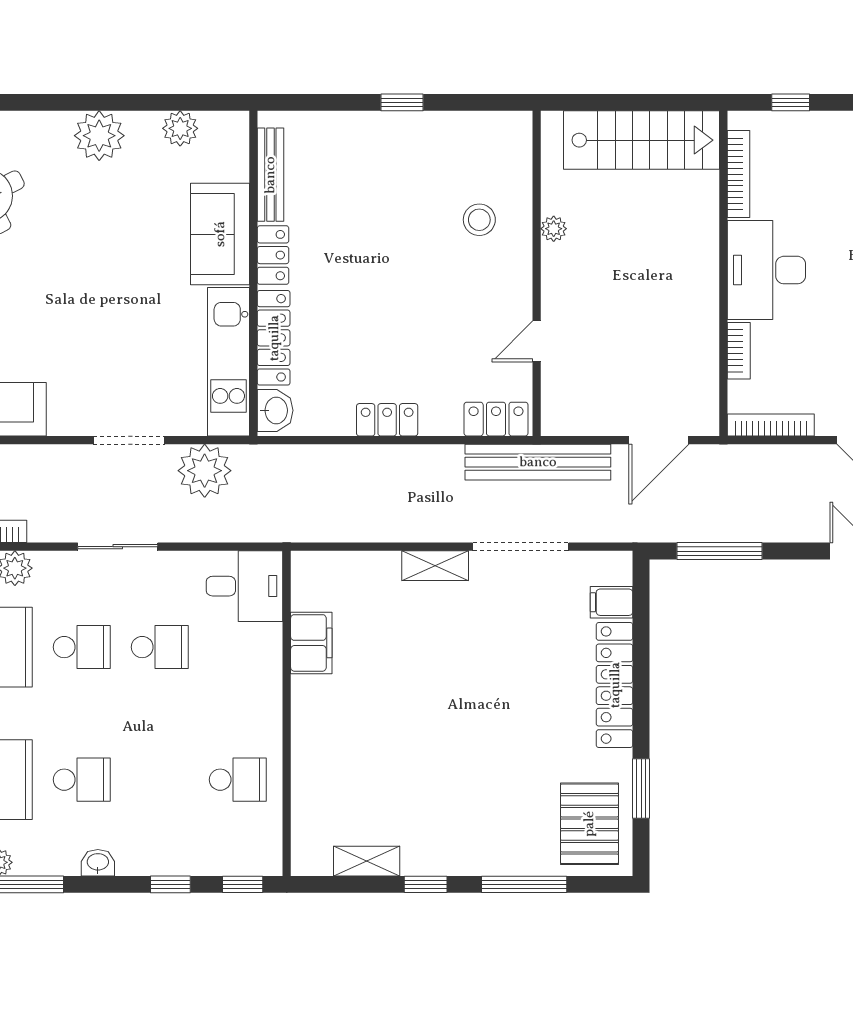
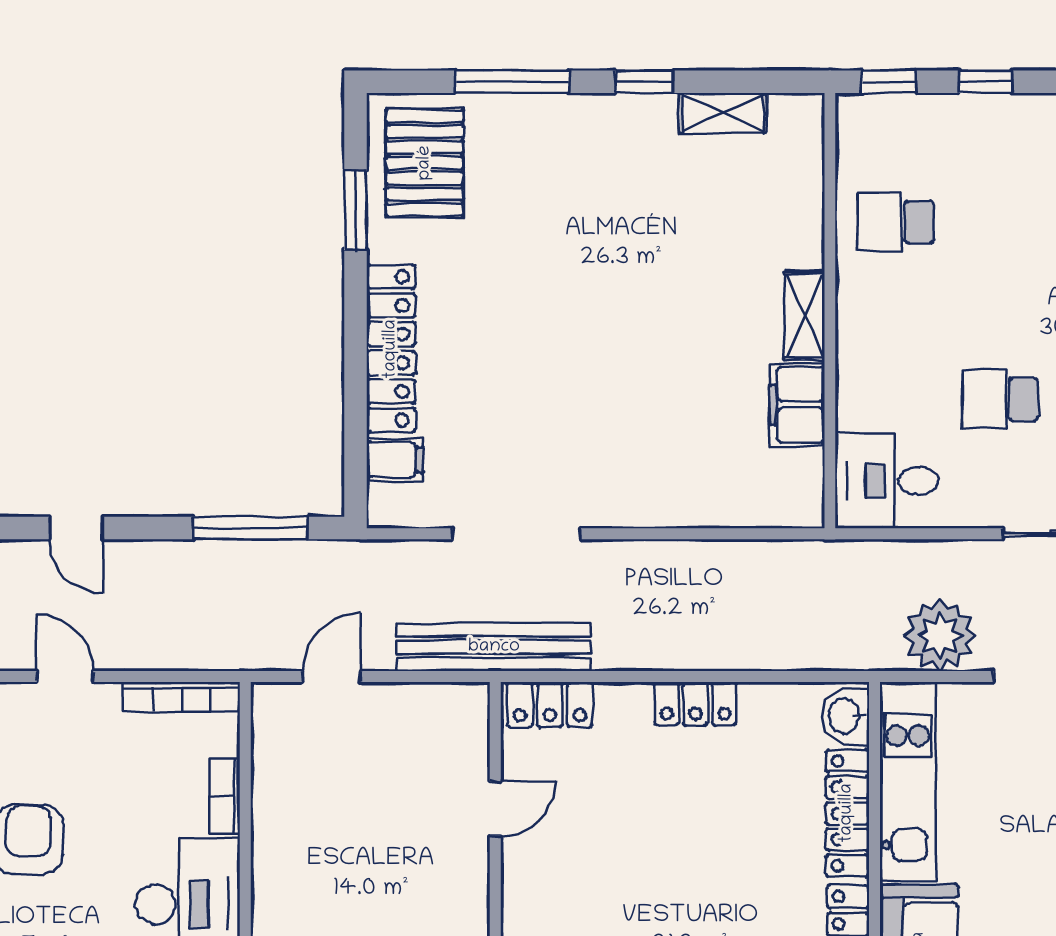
door: (659, 440) -> (332, 677), width x0.73
shelving: (435, 566) -> (805, 316), moved, turned 90

